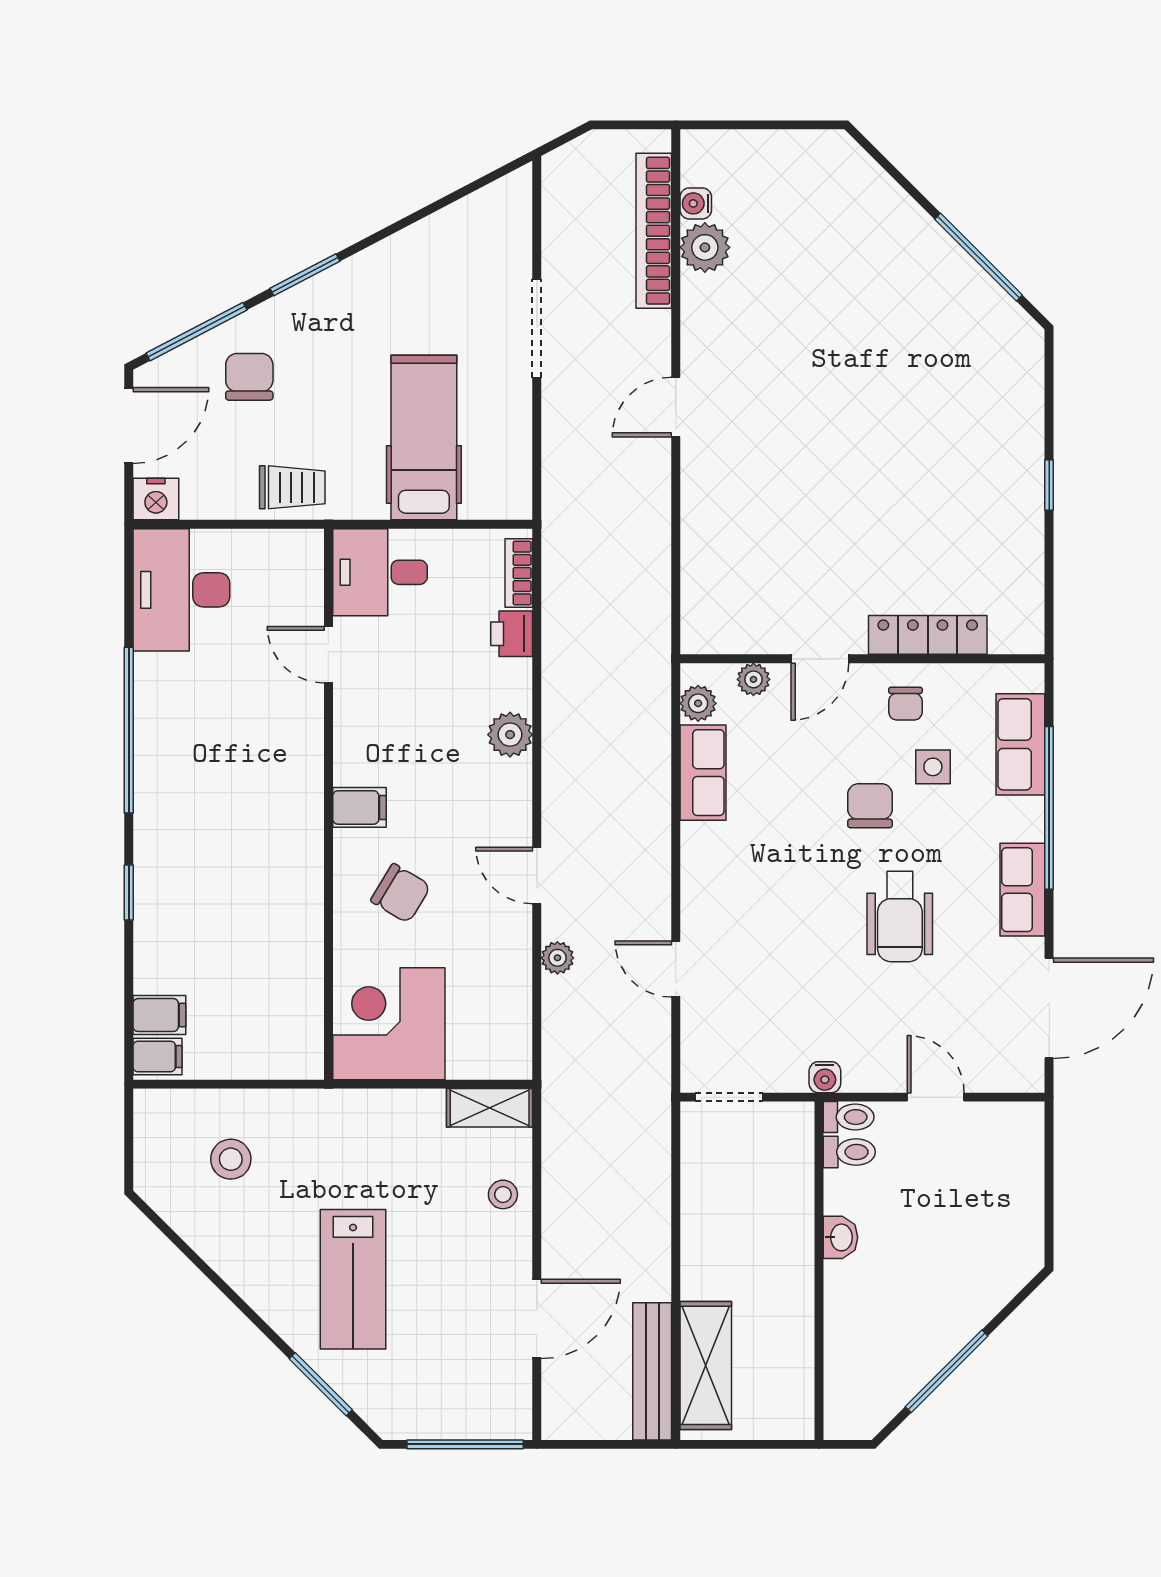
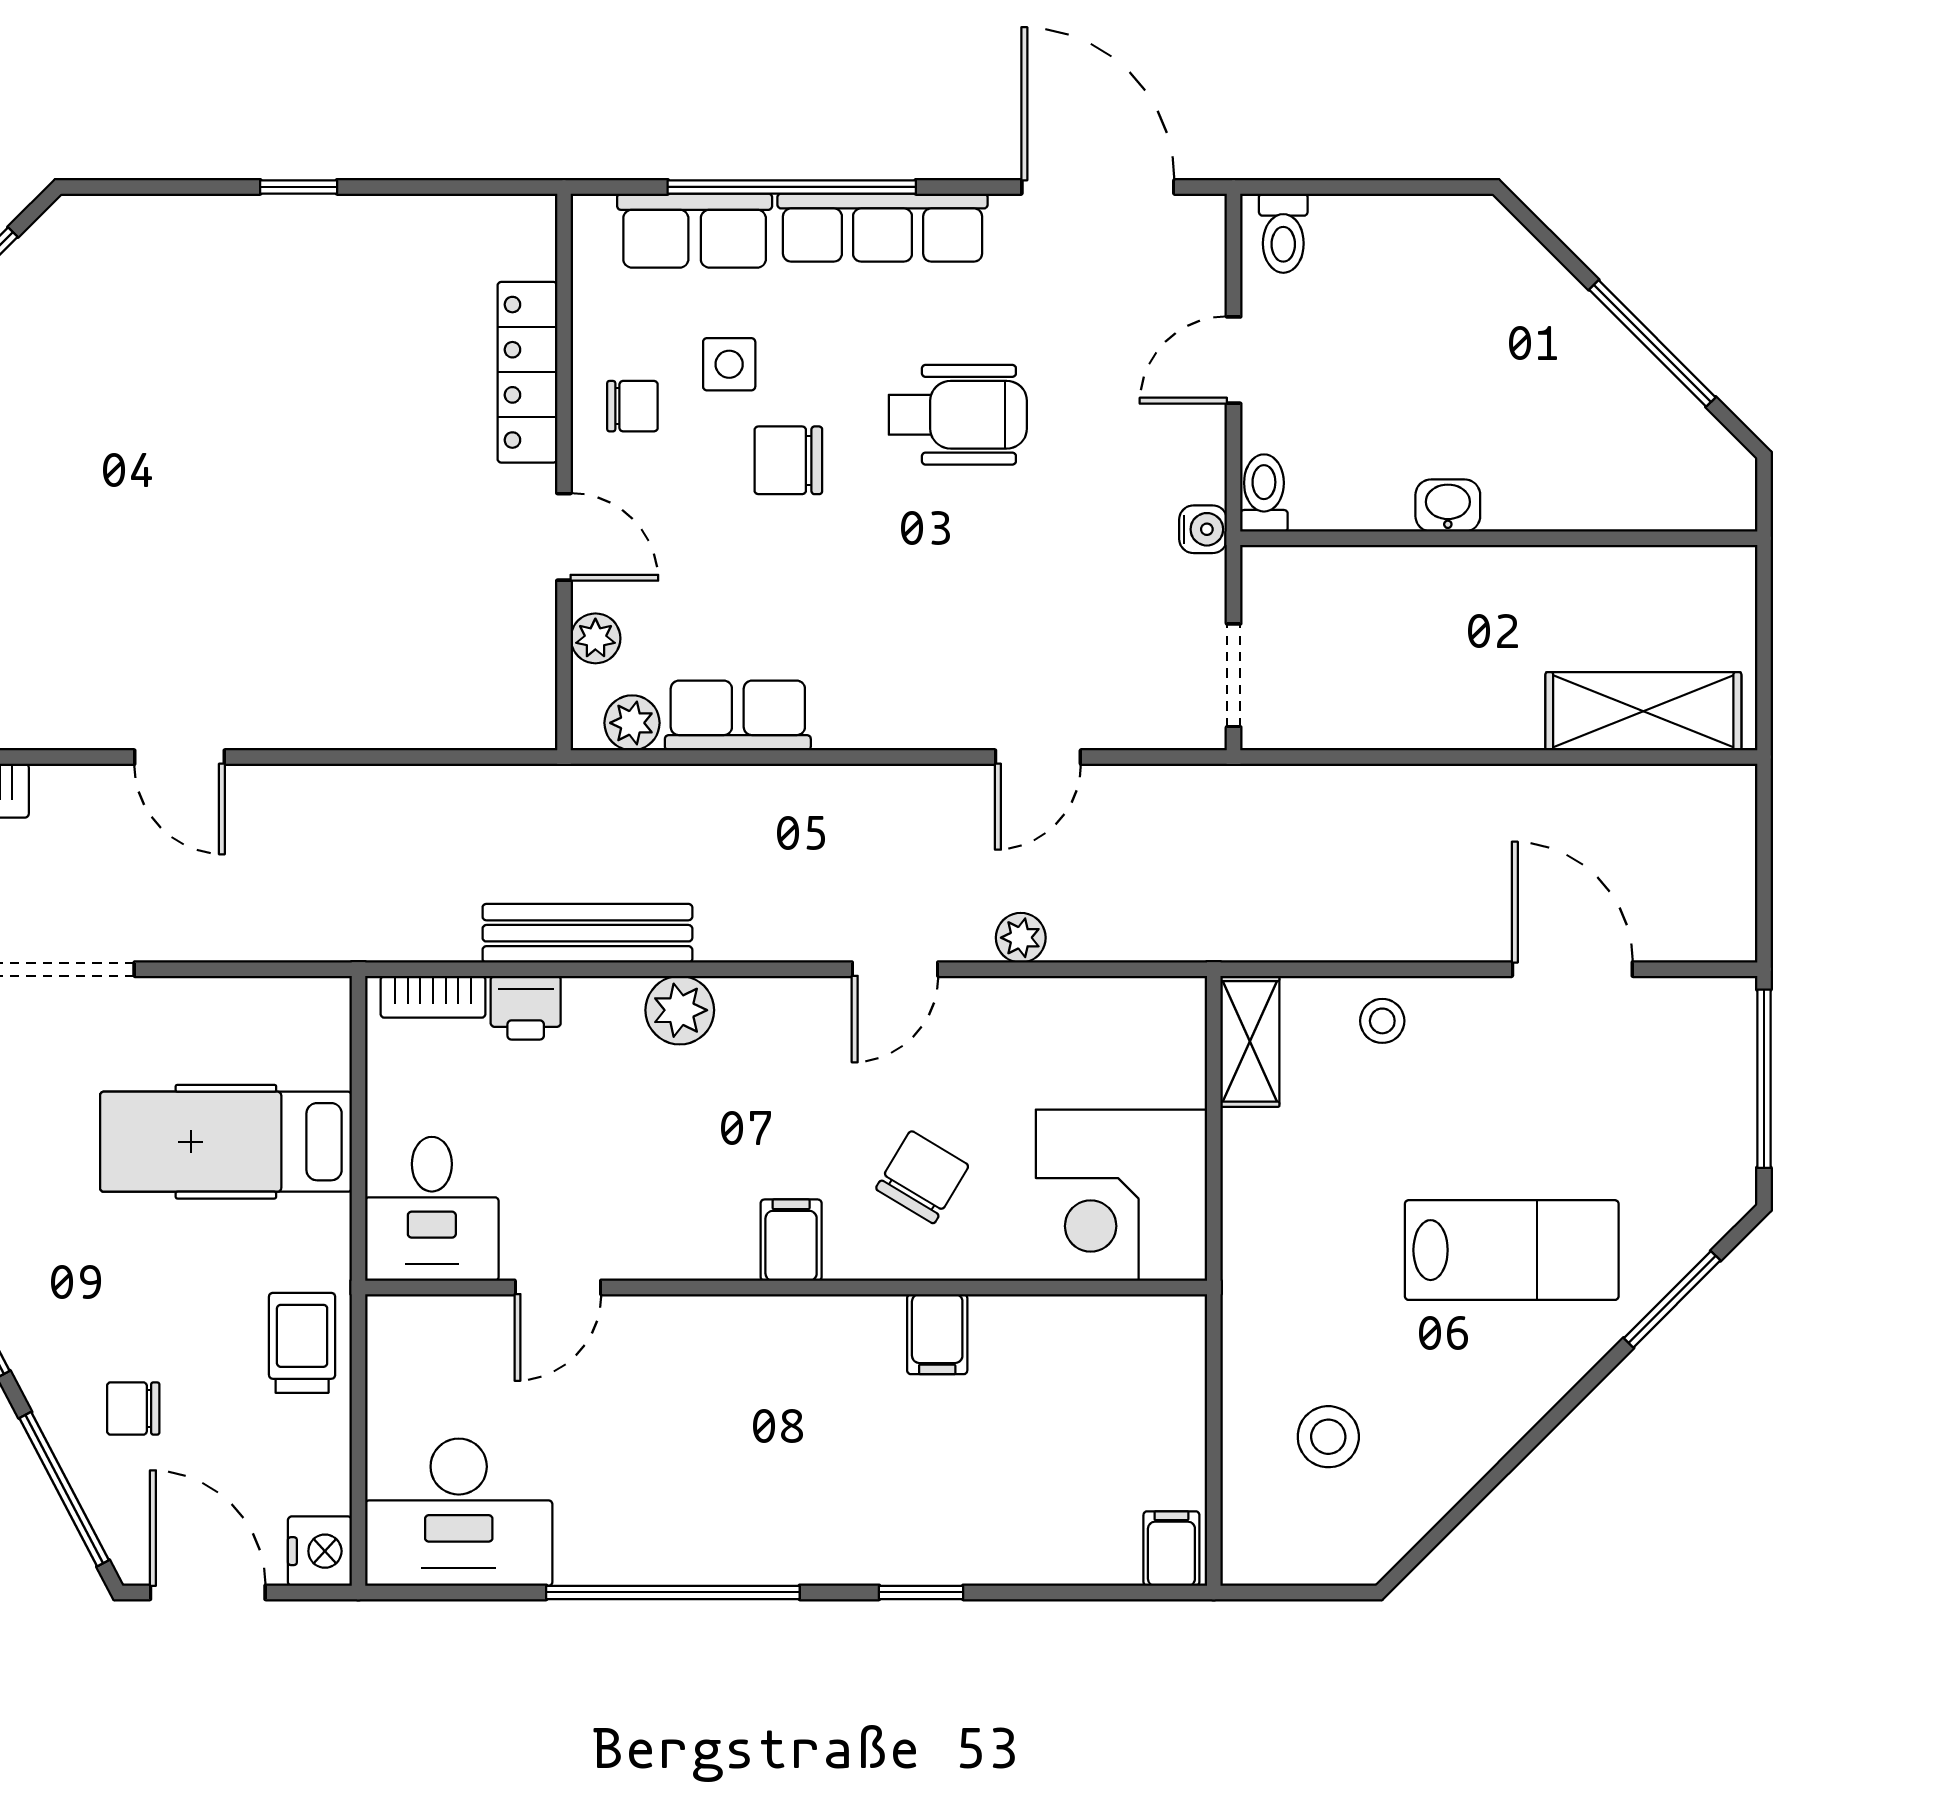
chair: (249, 377) -> (133, 1408), width x0.73, depth x0.73
row of seats: (1022, 890) -> (883, 228), width x1.48
filing cabinet: (159, 1015) -> (937, 1334), moved, turned 180
toilet: (849, 1152) -> (1283, 233), moved, turned 180
bench: (652, 1371) -> (587, 933), moved

